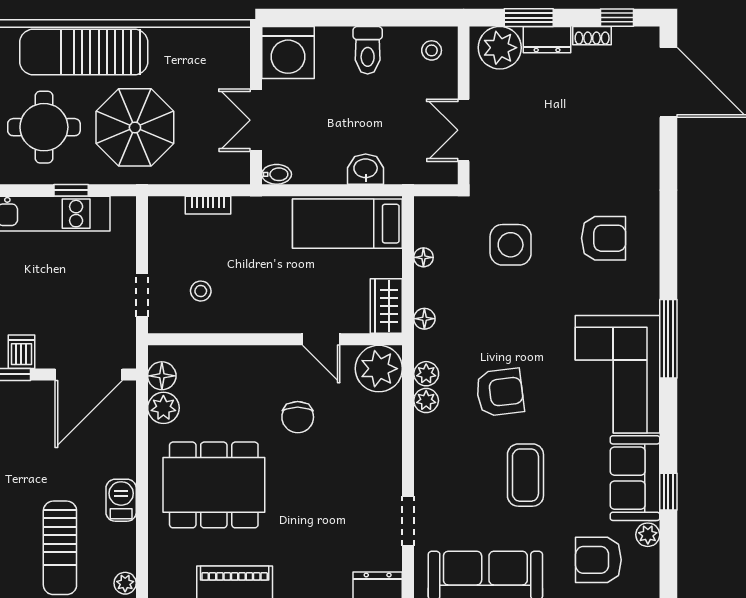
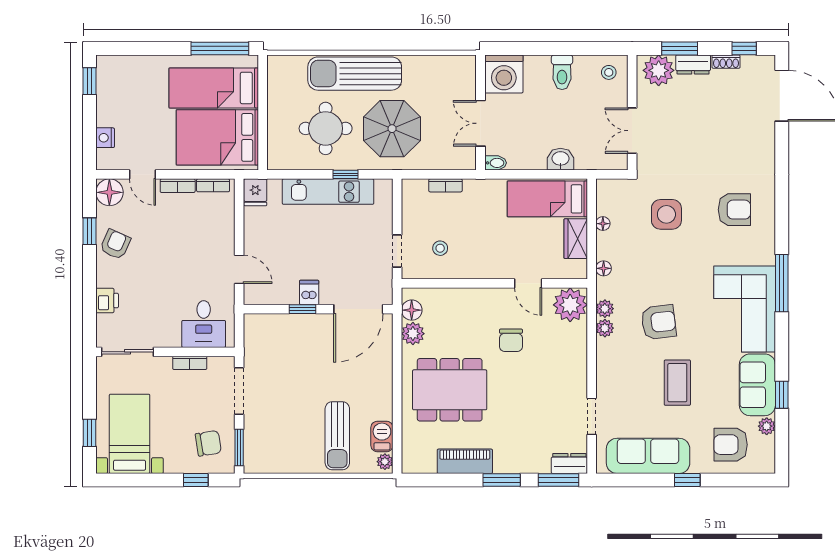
wardrobe: (386, 306) -> (576, 239), moved
barbecue: (121, 500) -> (382, 436), moved

